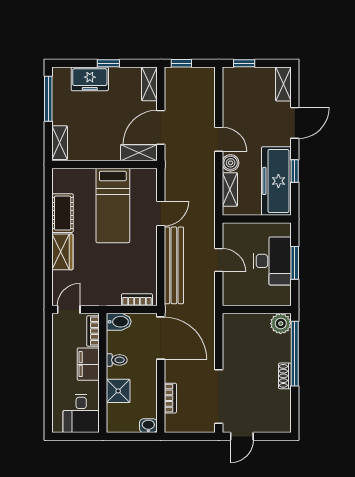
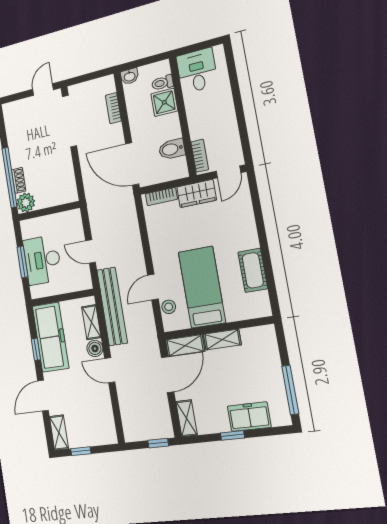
window: (244, 63) -> (81, 451), moved
shelving: (60, 143) -> (222, 339), moved, turned 90
stool: (148, 192) -> (169, 307), added
wardrobe: (62, 252) -> (197, 194), moved, turned -90
bench: (174, 265) -> (112, 306), moved
bidet: (119, 322) -> (172, 149), moved
toilet: (117, 360) -> (162, 83), moved
filing cabinet: (88, 364) -> (199, 121), removed
shoe rack: (285, 376) -> (19, 180), moved

